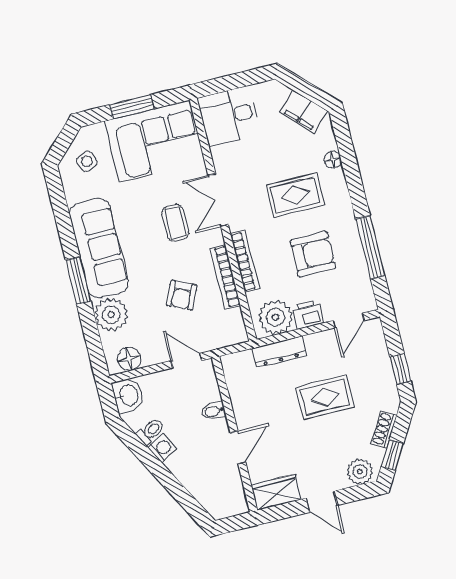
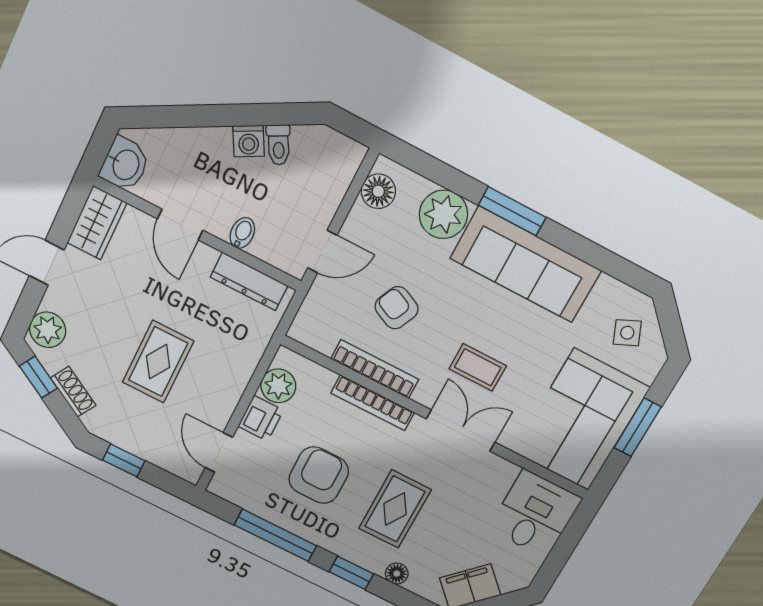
window: (355, 185) -> (351, 573), added
armchair: (313, 254) -> (319, 475), turned 180
plant: (275, 317) -> (278, 386), width x0.73, depth x0.73
dresser: (279, 352) -> (249, 281), moved, turned -90
washbasin: (128, 395) -> (125, 164), moved, turned -90

